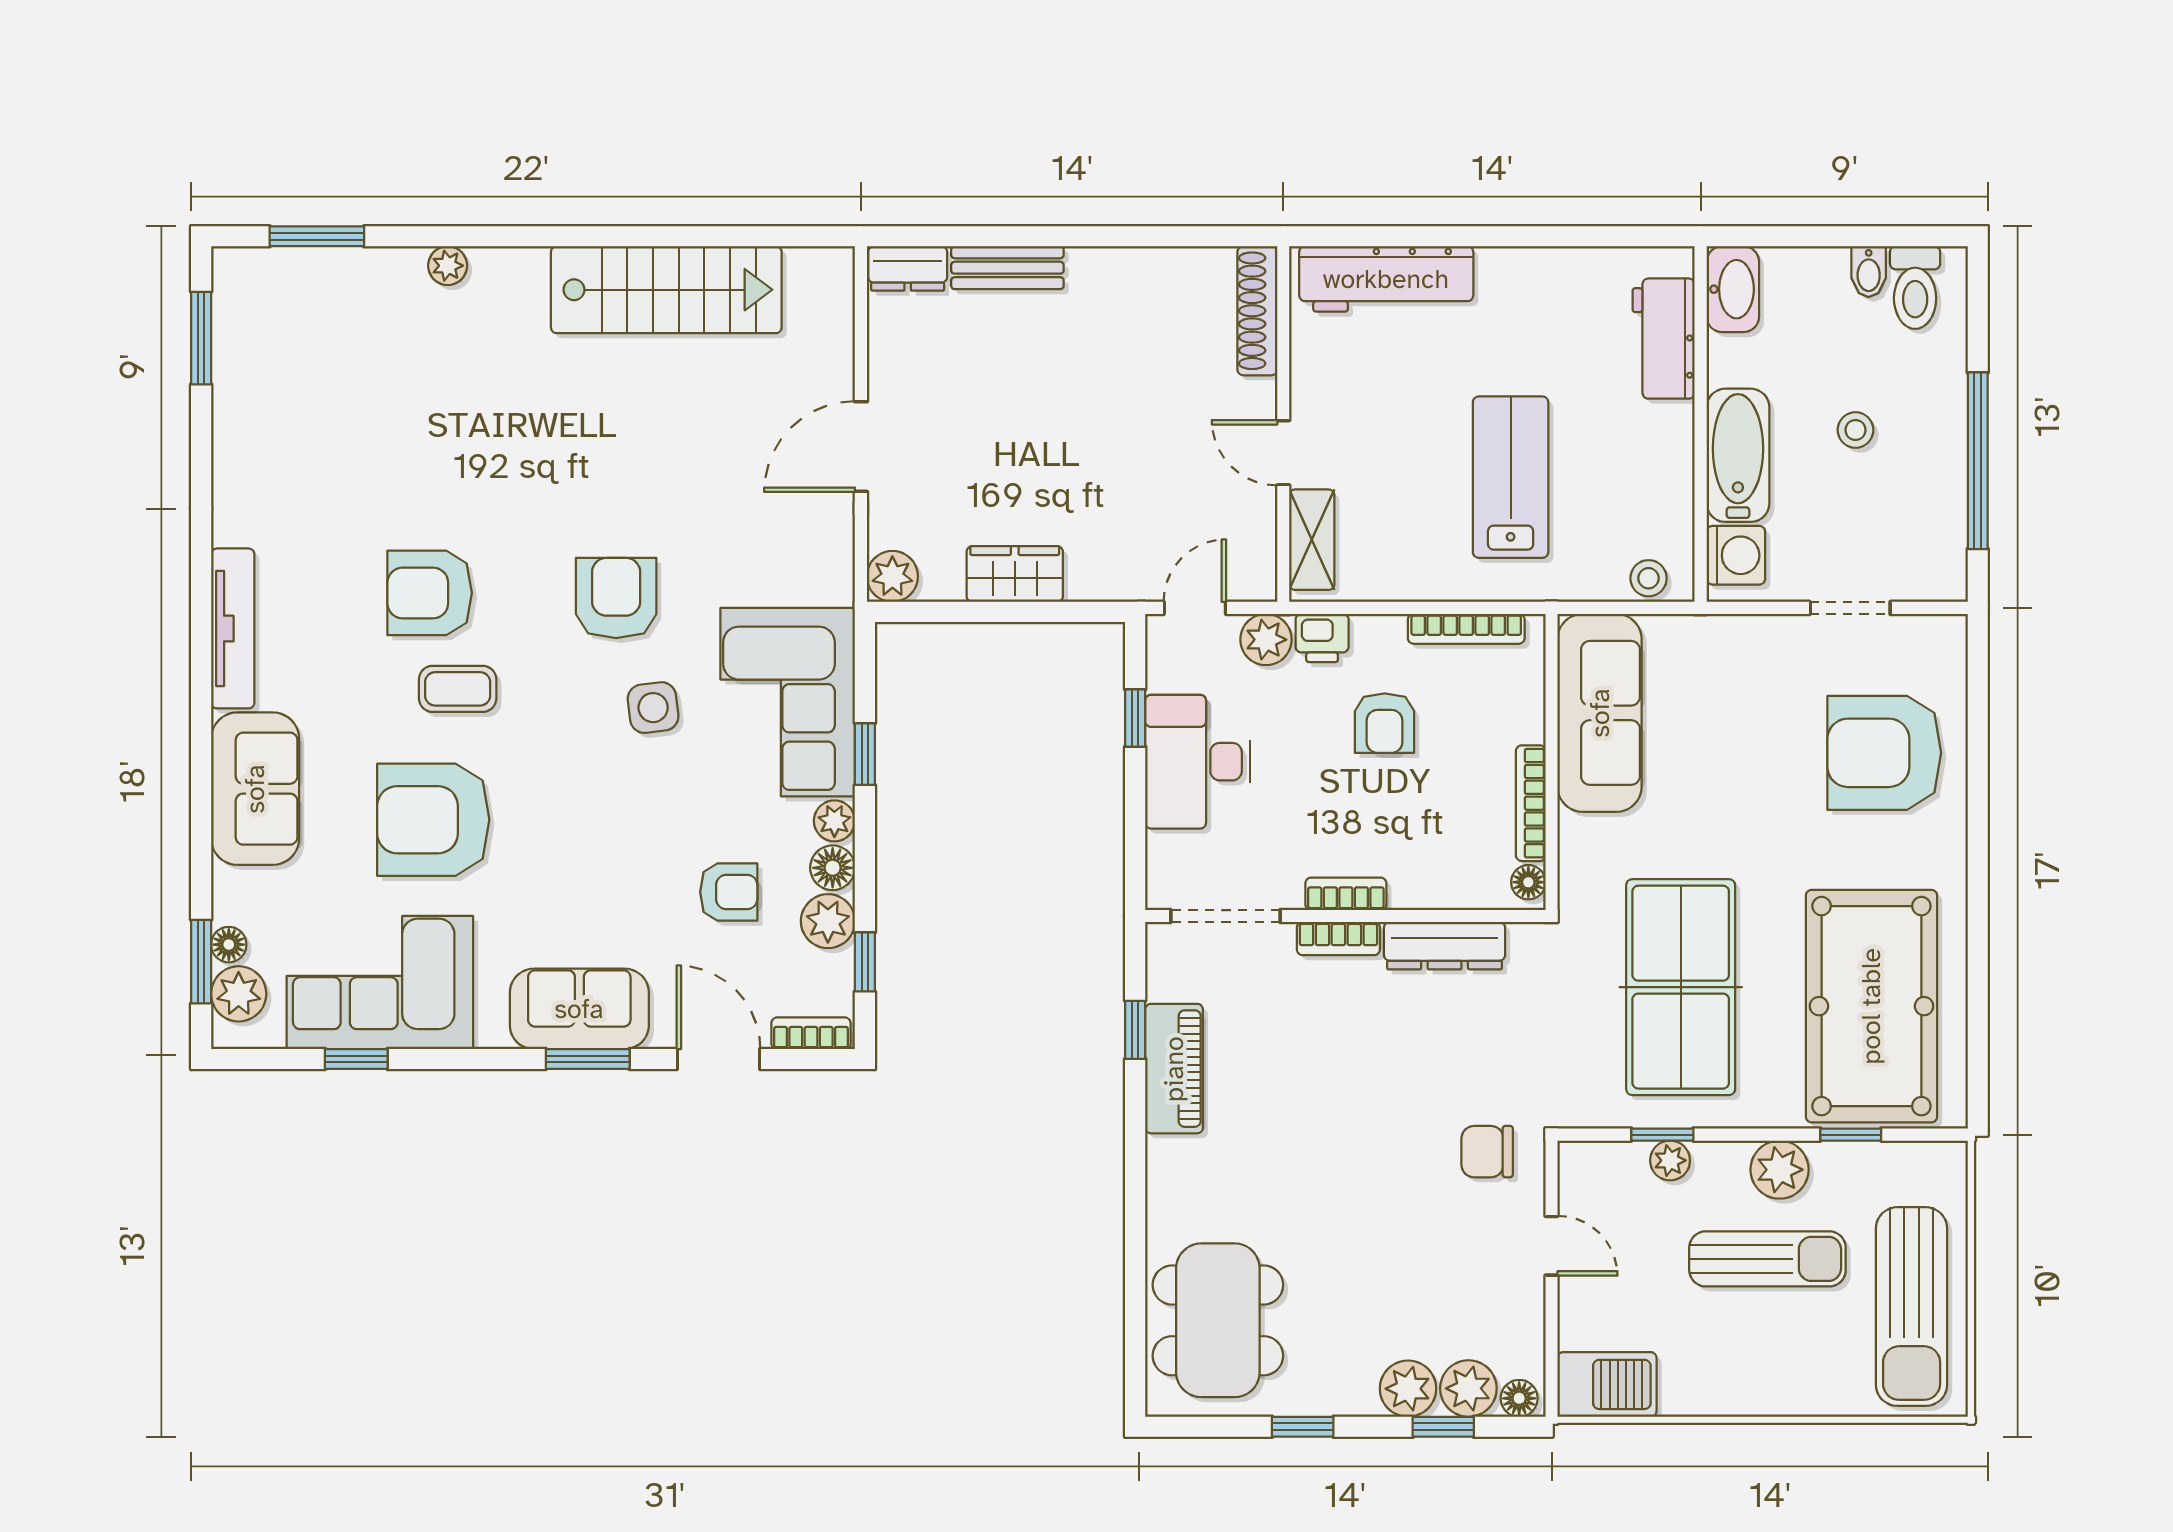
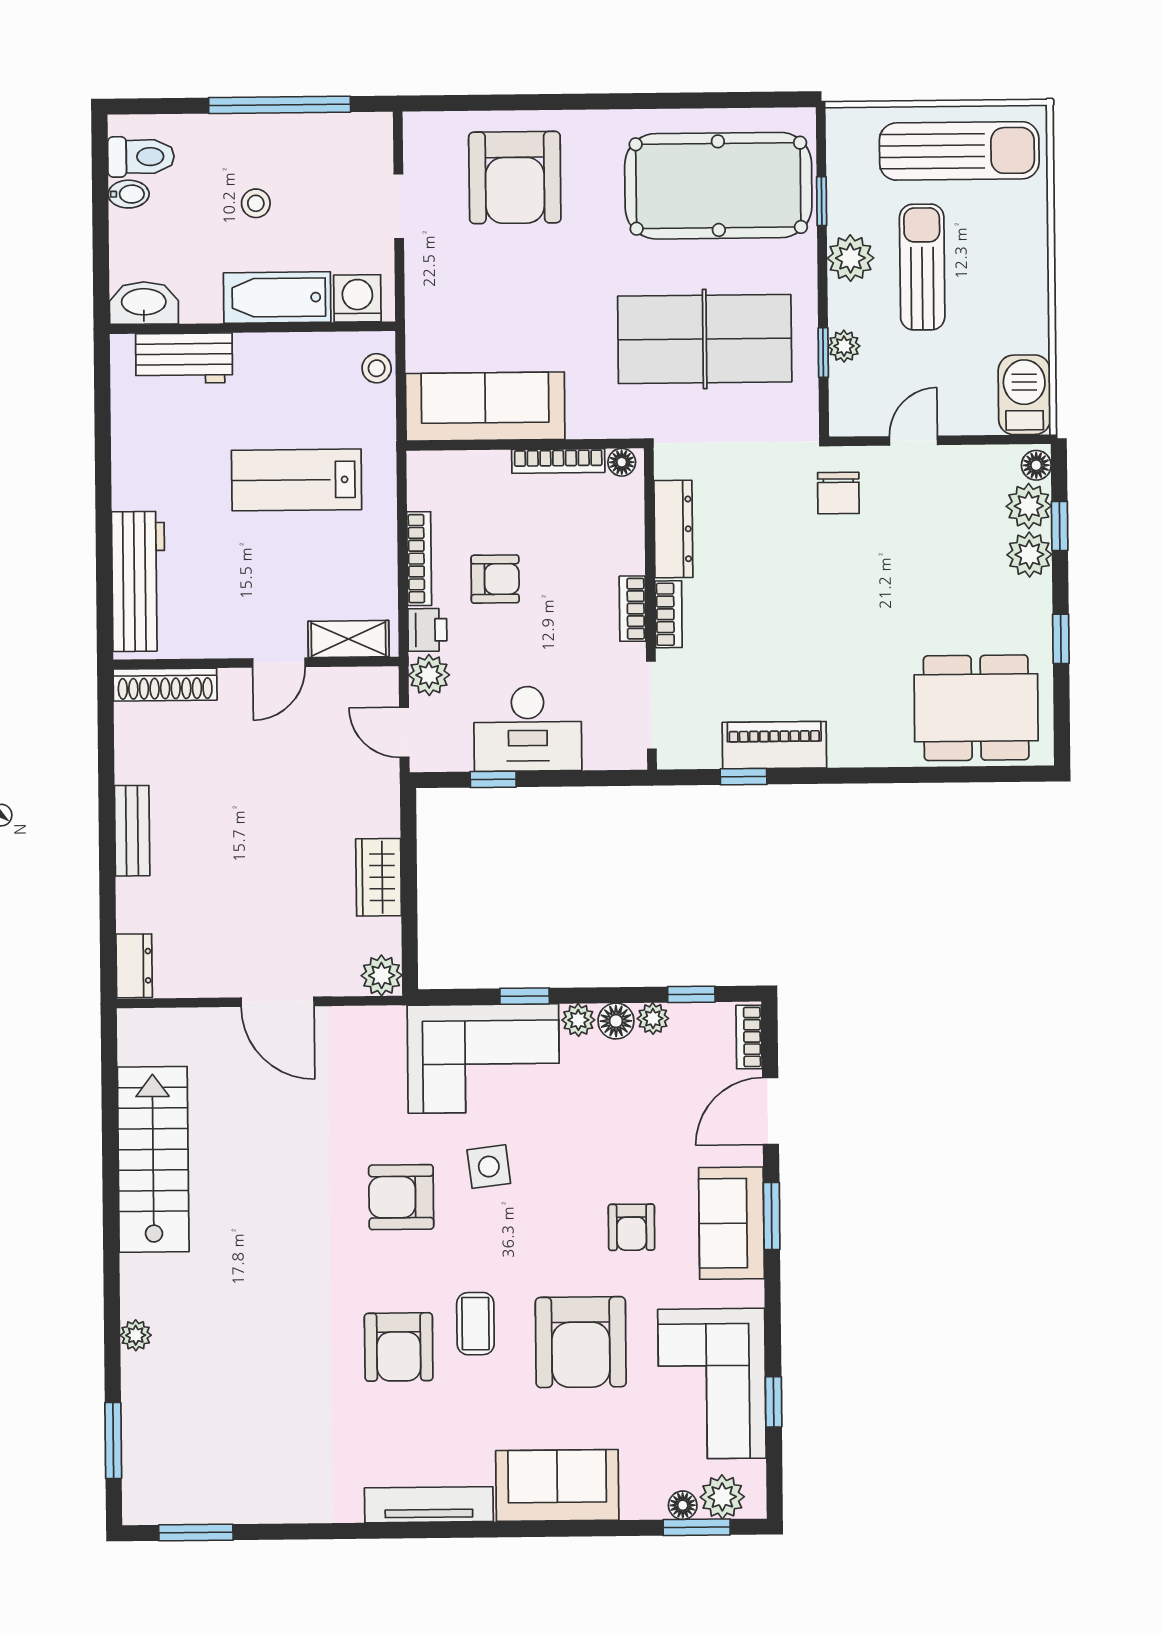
bench: (1007, 268) -> (132, 831), moved
bookcase: (1466, 629) -> (419, 559), moved
armchair: (729, 892) -> (632, 1227), moved, turned 180
plant: (828, 921) -> (653, 1018), width x0.73, depth x0.73

